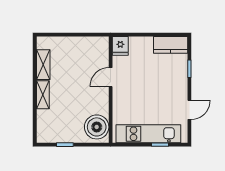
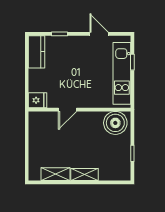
door: (111, 77) -> (68, 110), hinge flipped

